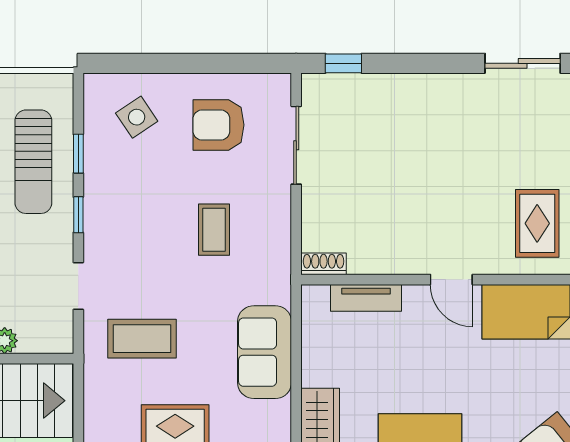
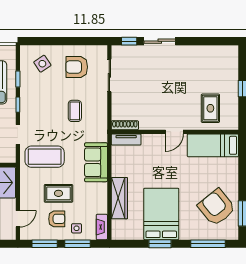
sliding door: (523, 63) -> (160, 41), moved
shoe rack: (324, 264) -> (125, 125), width x1.43
door: (451, 280) -> (174, 132), hinge flipped
tv unit: (366, 298) -> (126, 139), moved
coffee table: (142, 339) -> (45, 157), width x1.36, depth x1.32

